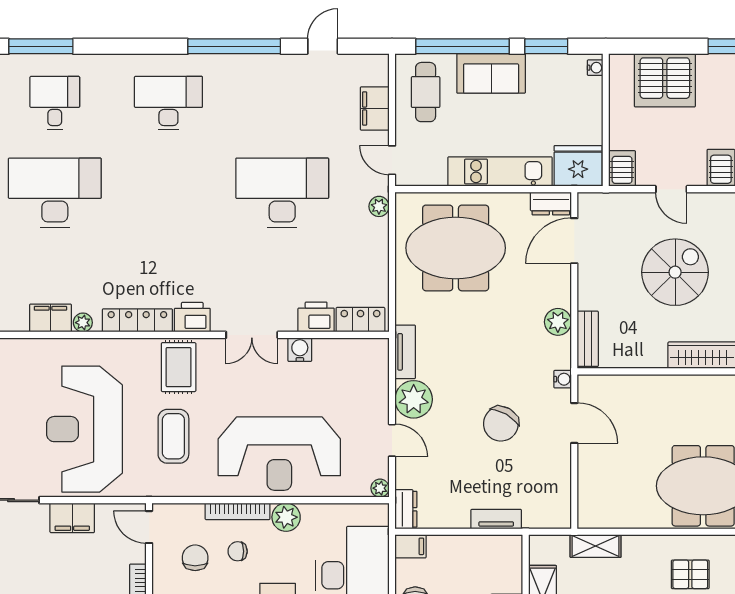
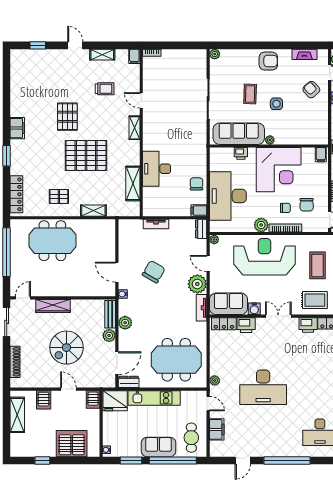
plant: (590, 296) -> (109, 335), added
sofa: (351, 360) -> (228, 304), added
rug: (179, 367) -> (315, 300), turned 90
shelving: (596, 546) -> (93, 211), moved

